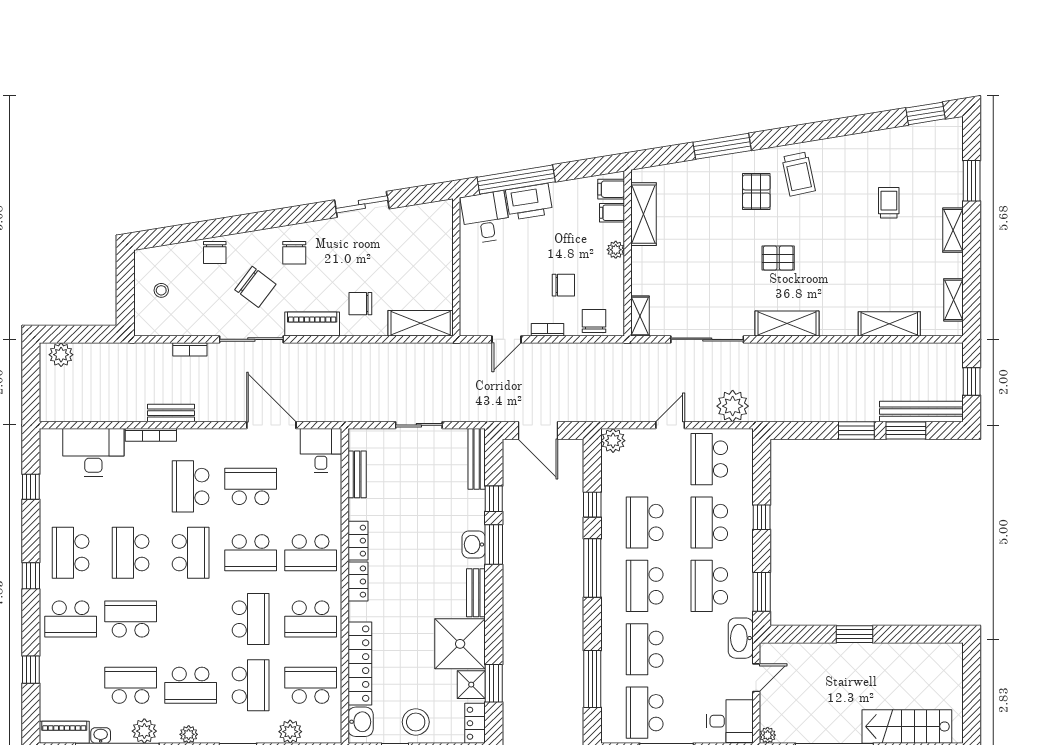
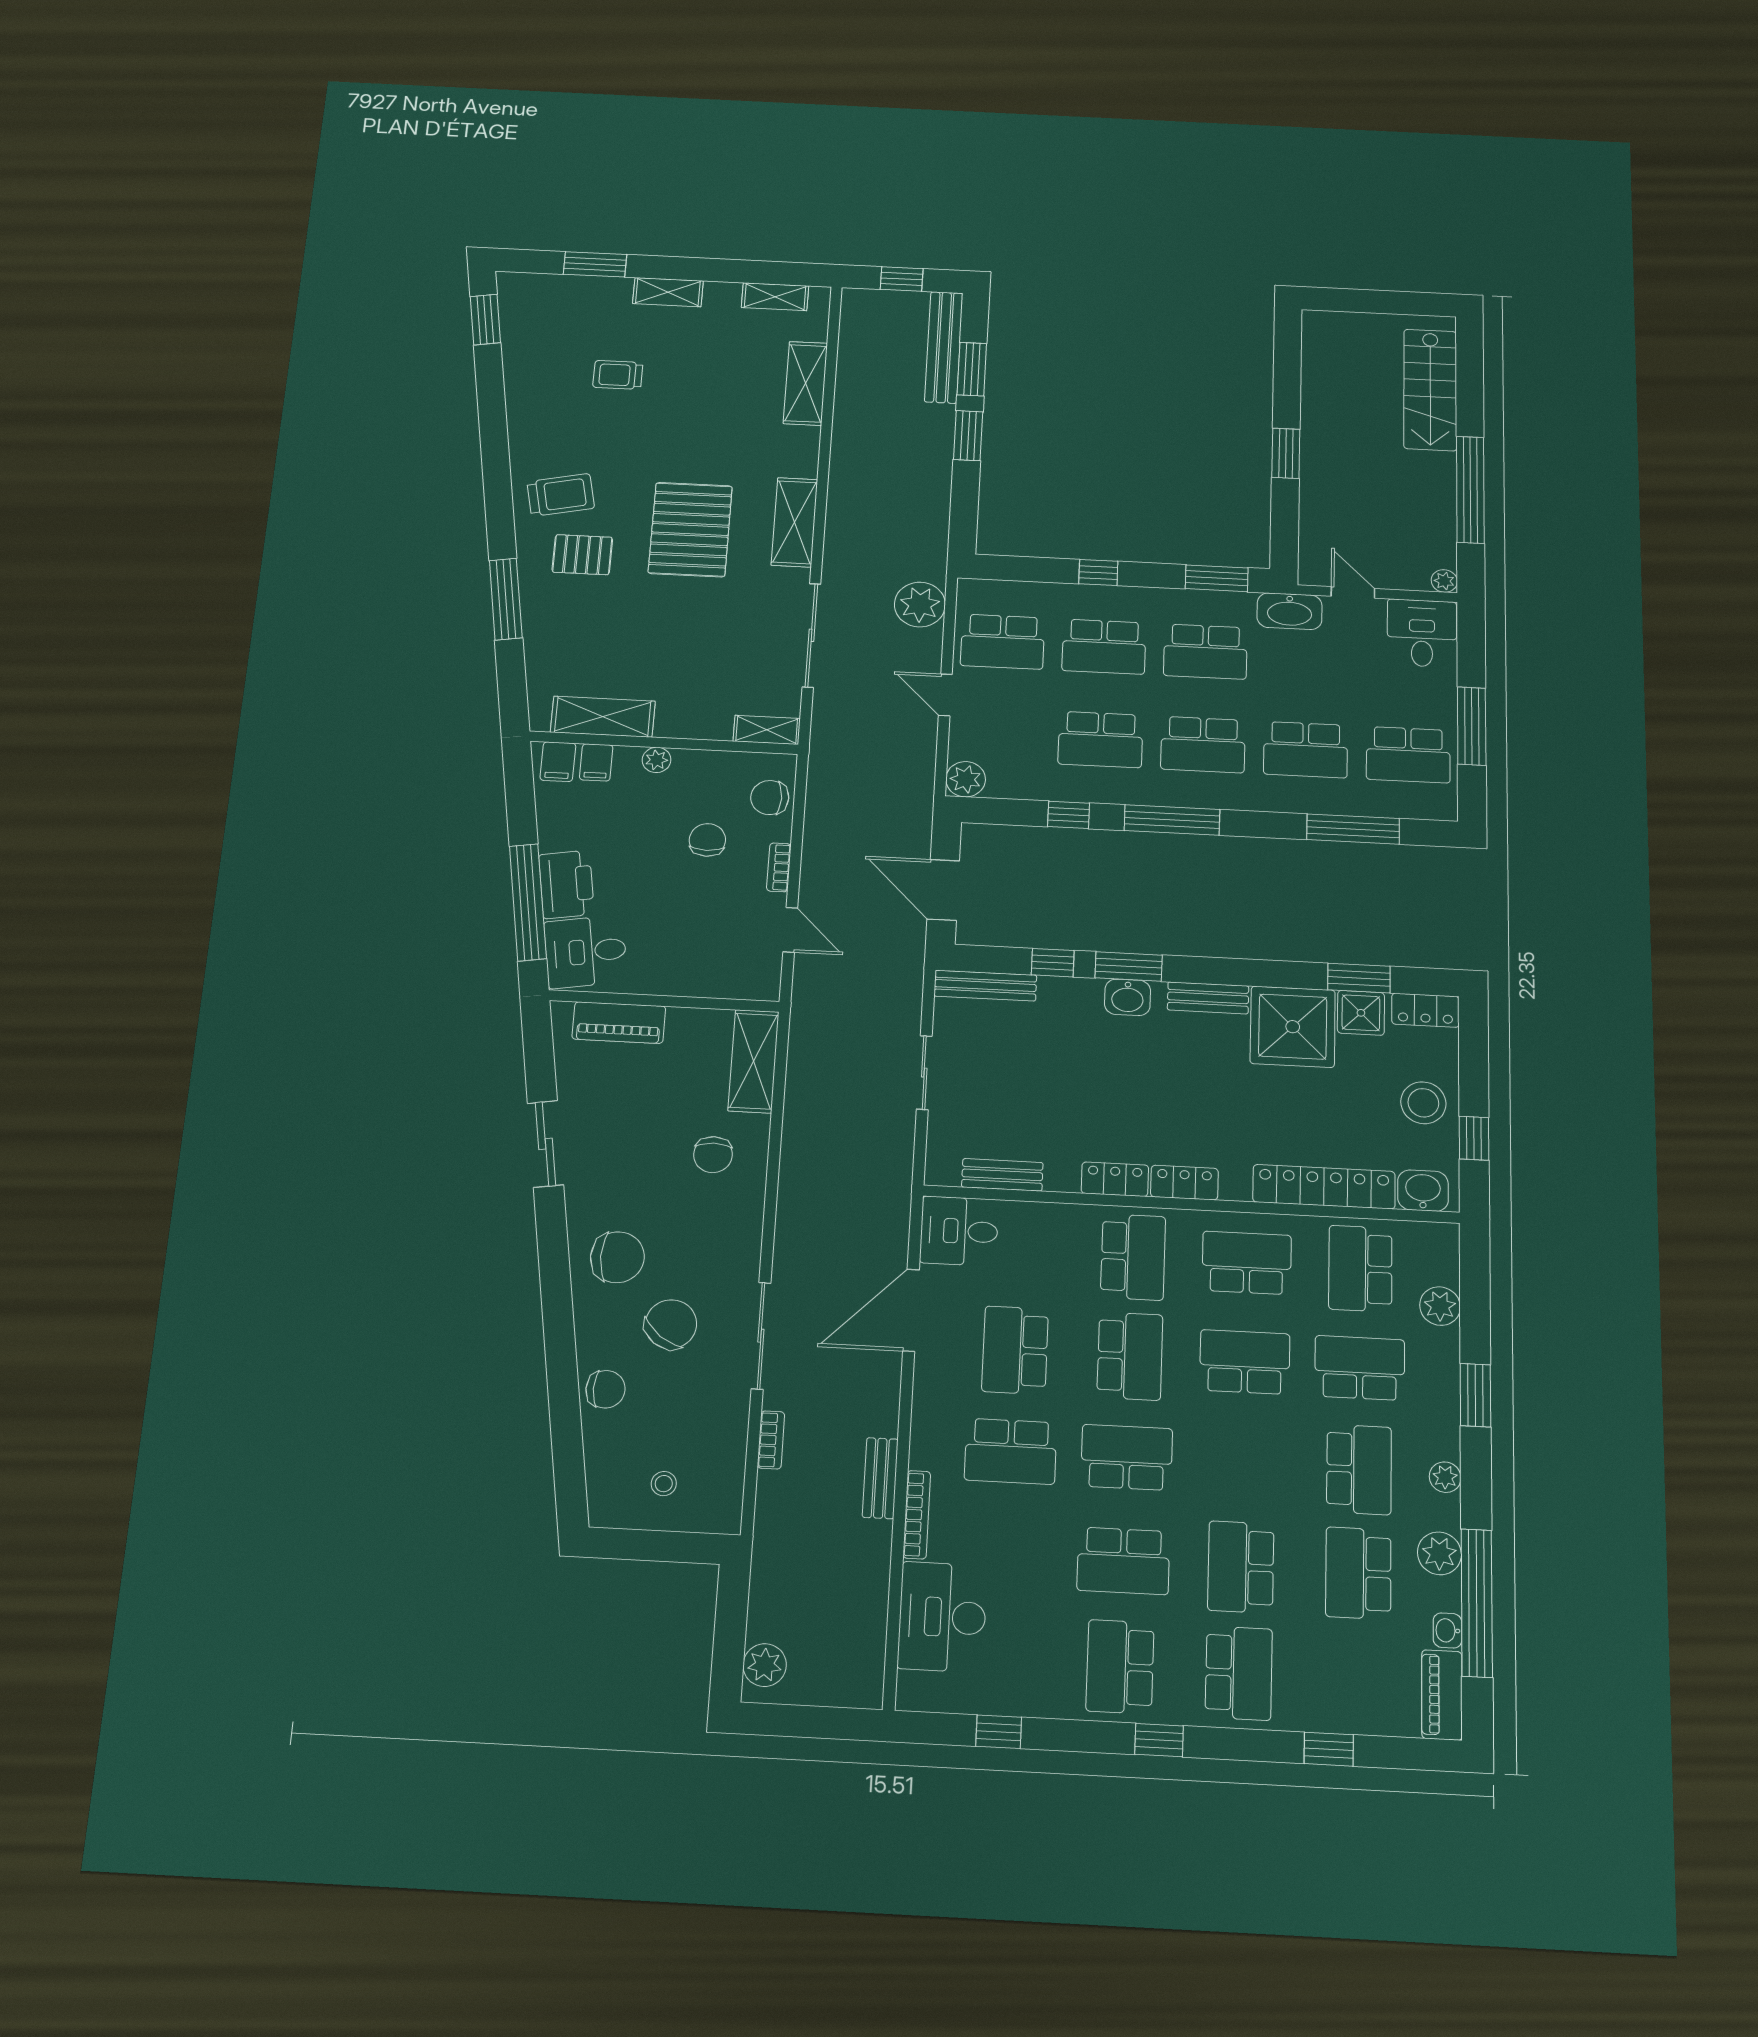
chair: (294, 253) -> (617, 1257), width x1.37, depth x1.37
pallet: (778, 258) -> (690, 530), width x2.05, depth x2.00
piano: (312, 324) -> (619, 1023), moved, turned -90
door: (538, 431) -> (943, 890), swing flipped
school desk: (71, 553) -> (1120, 1667), turned 90
school desk: (311, 619) -> (1247, 1263), turned -90

